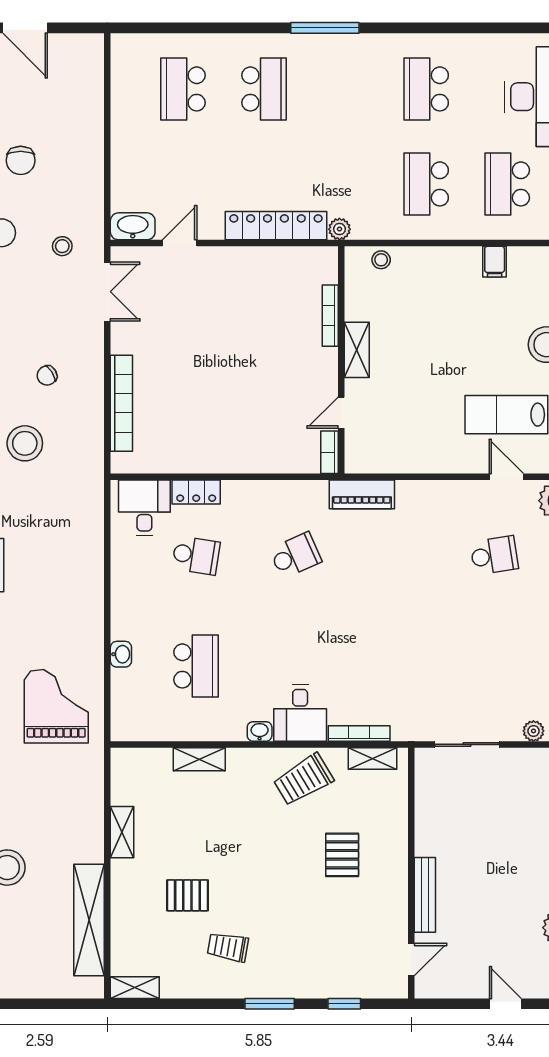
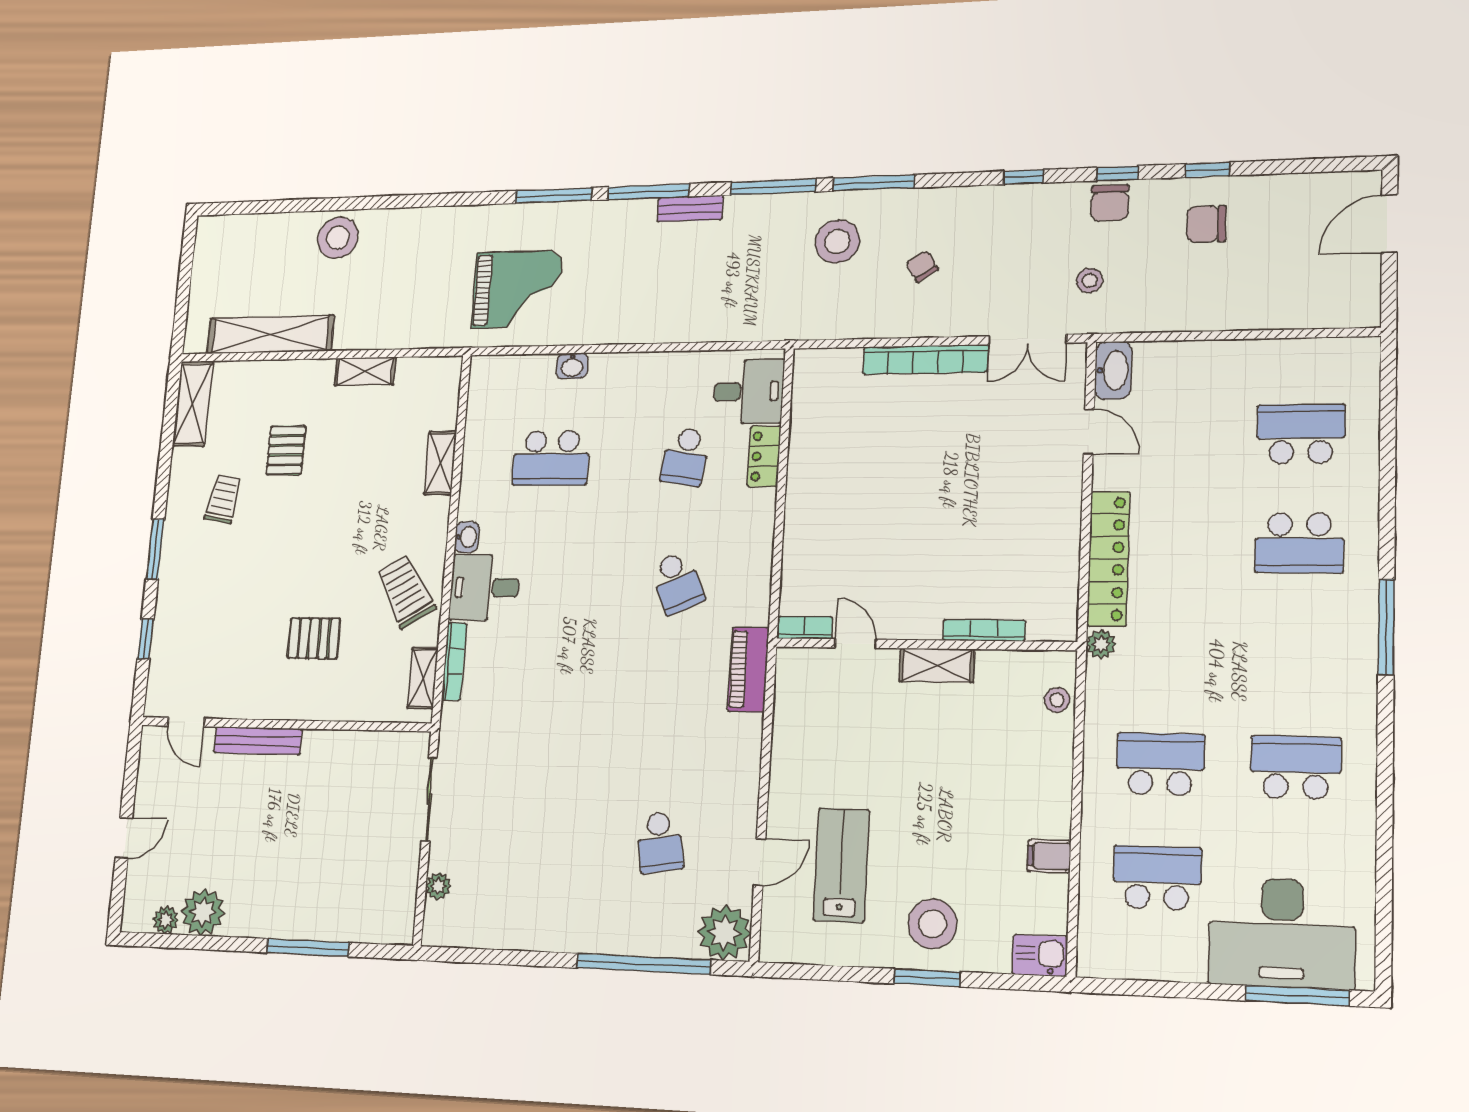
bookcase: (121, 403) -> (925, 359), moved
shelving: (135, 988) -> (193, 404), width x1.50, depth x1.33

